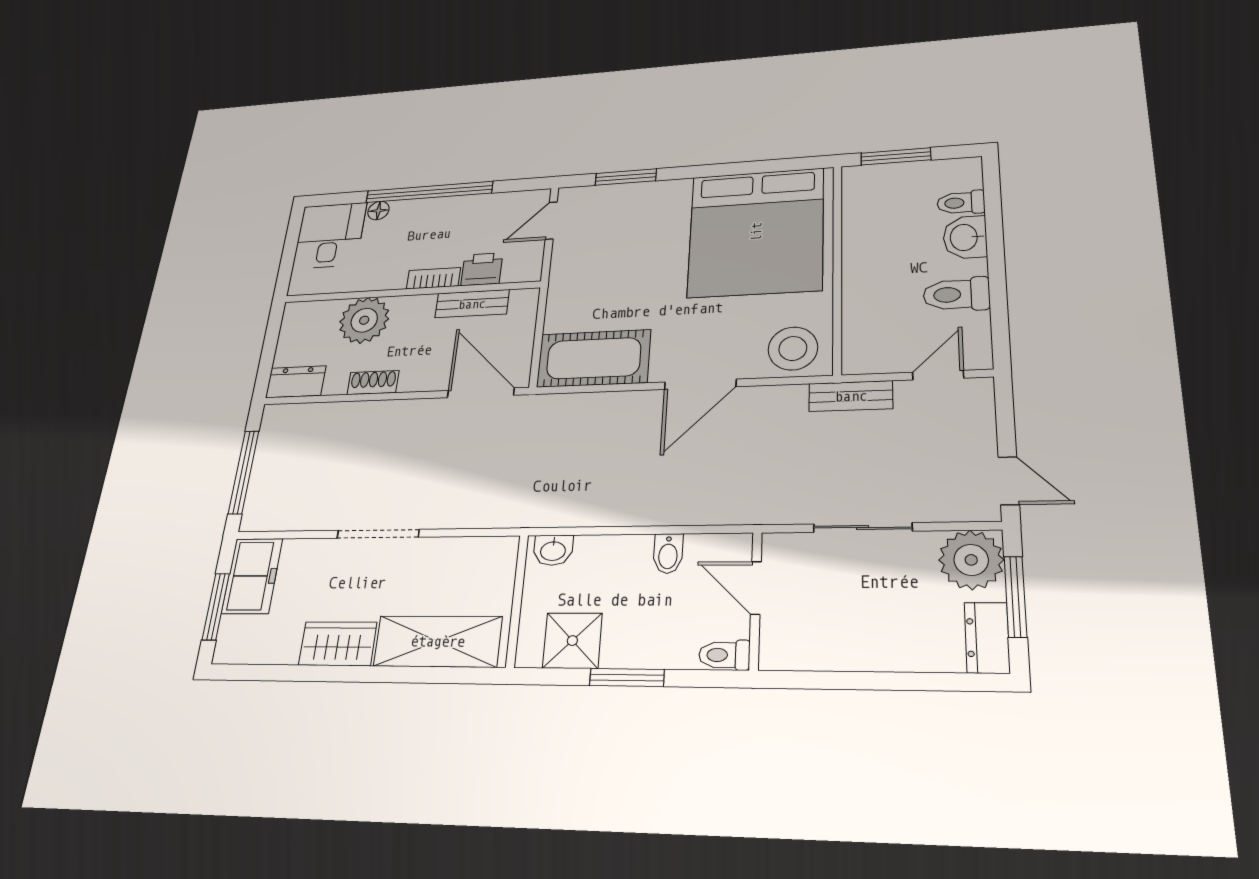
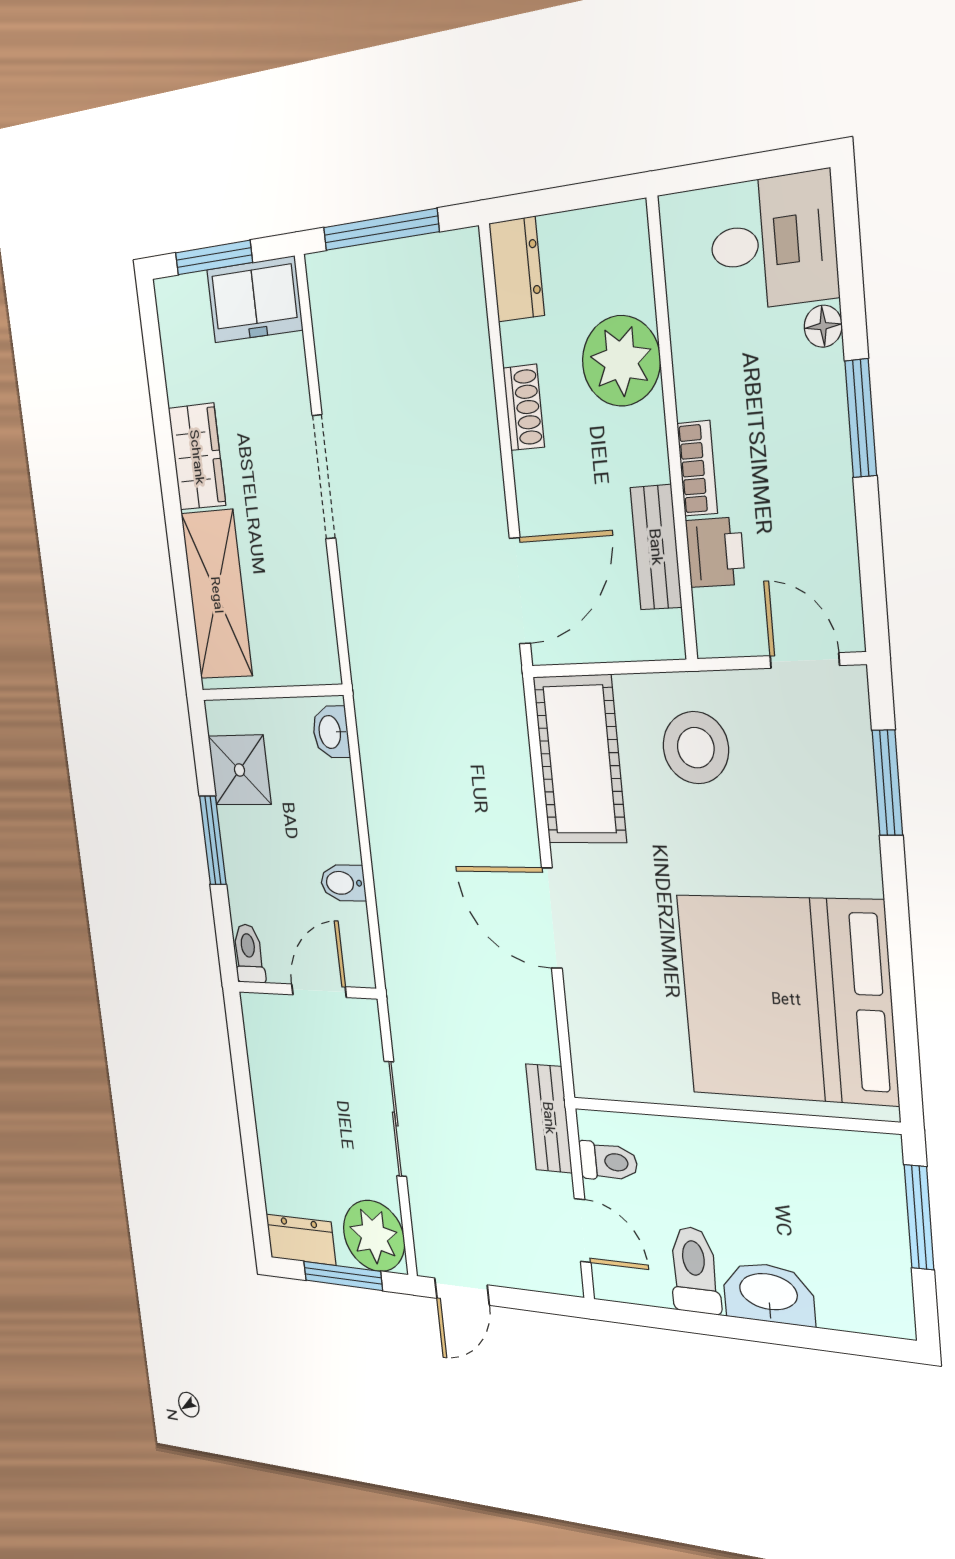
window: (429, 192) -> (861, 418), width x0.47
toilet: (961, 203) -> (608, 1162), moved, turned 90
washbasin: (965, 237) -> (769, 1293), width x1.38
stool: (793, 348) -> (696, 748), moved

